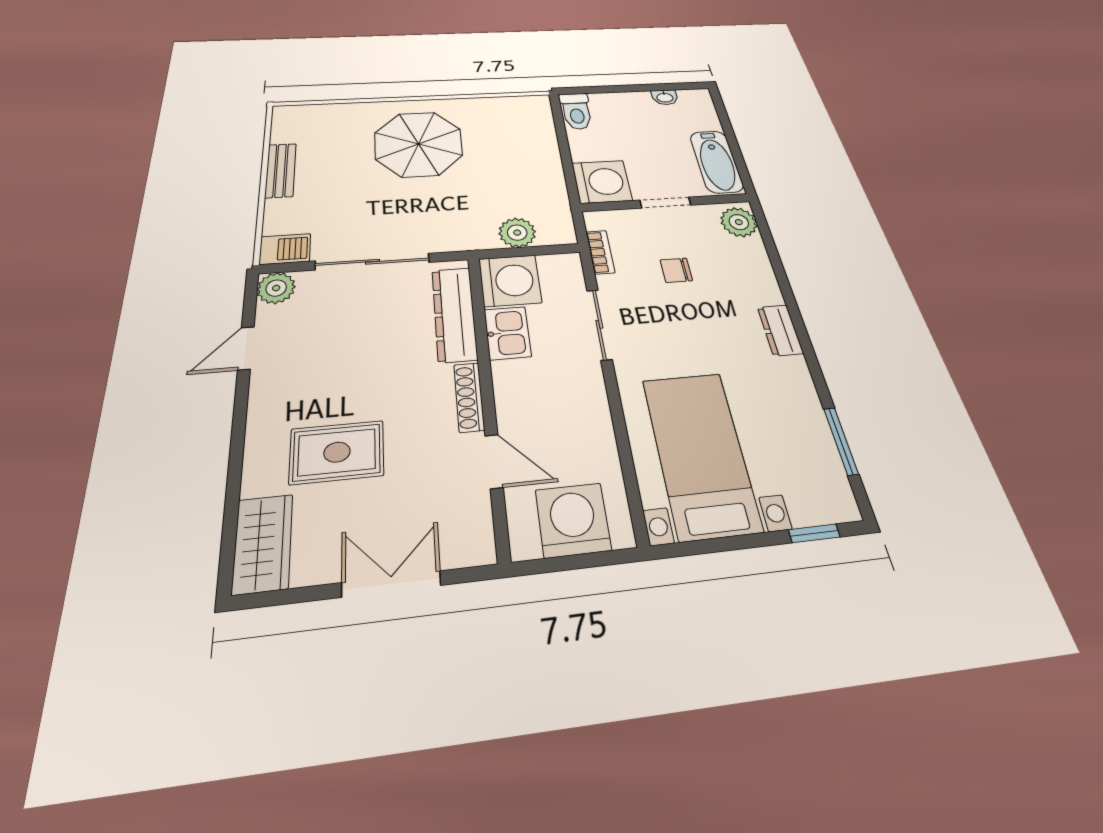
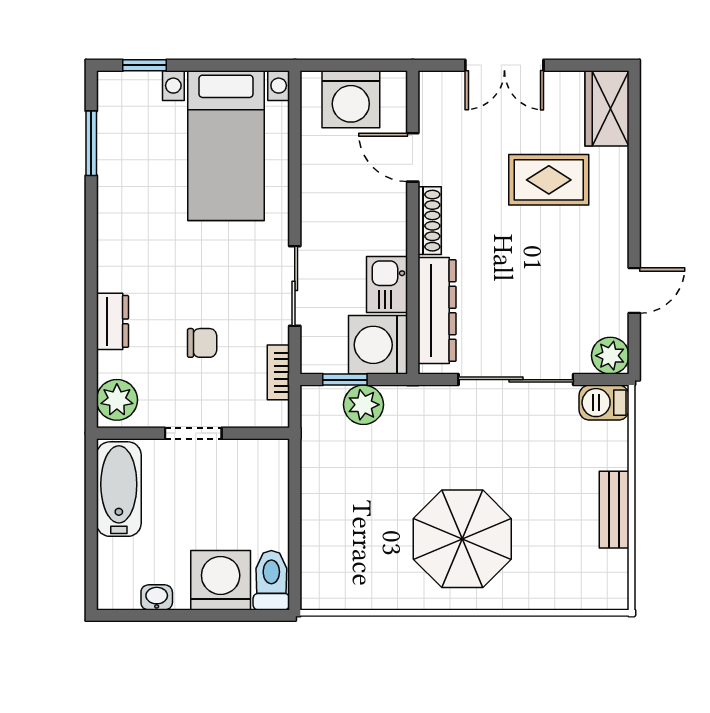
washing machine: (602, 182) -> (221, 580), moved, turned 90
window: (538, 251) -> (345, 380), added
dresser: (780, 330) -> (112, 321), moved

